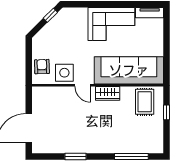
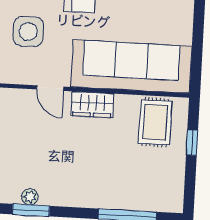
side table: (64, 73) -> (28, 31), moved
plant: (74, 149) -> (30, 197), added

